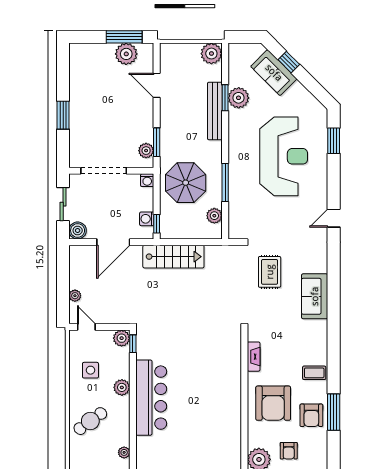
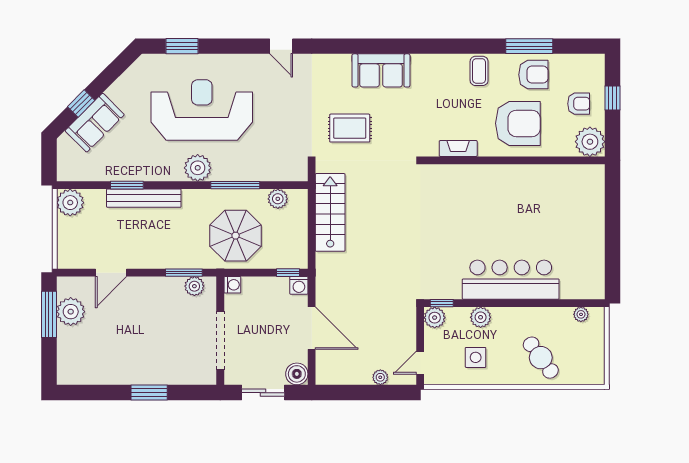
plant: (239, 98) -> (198, 168), moved
washing machine: (147, 219) -> (299, 285), moved
stairs: (173, 257) -> (330, 212), moved
plant: (122, 387) -> (481, 317), moved

